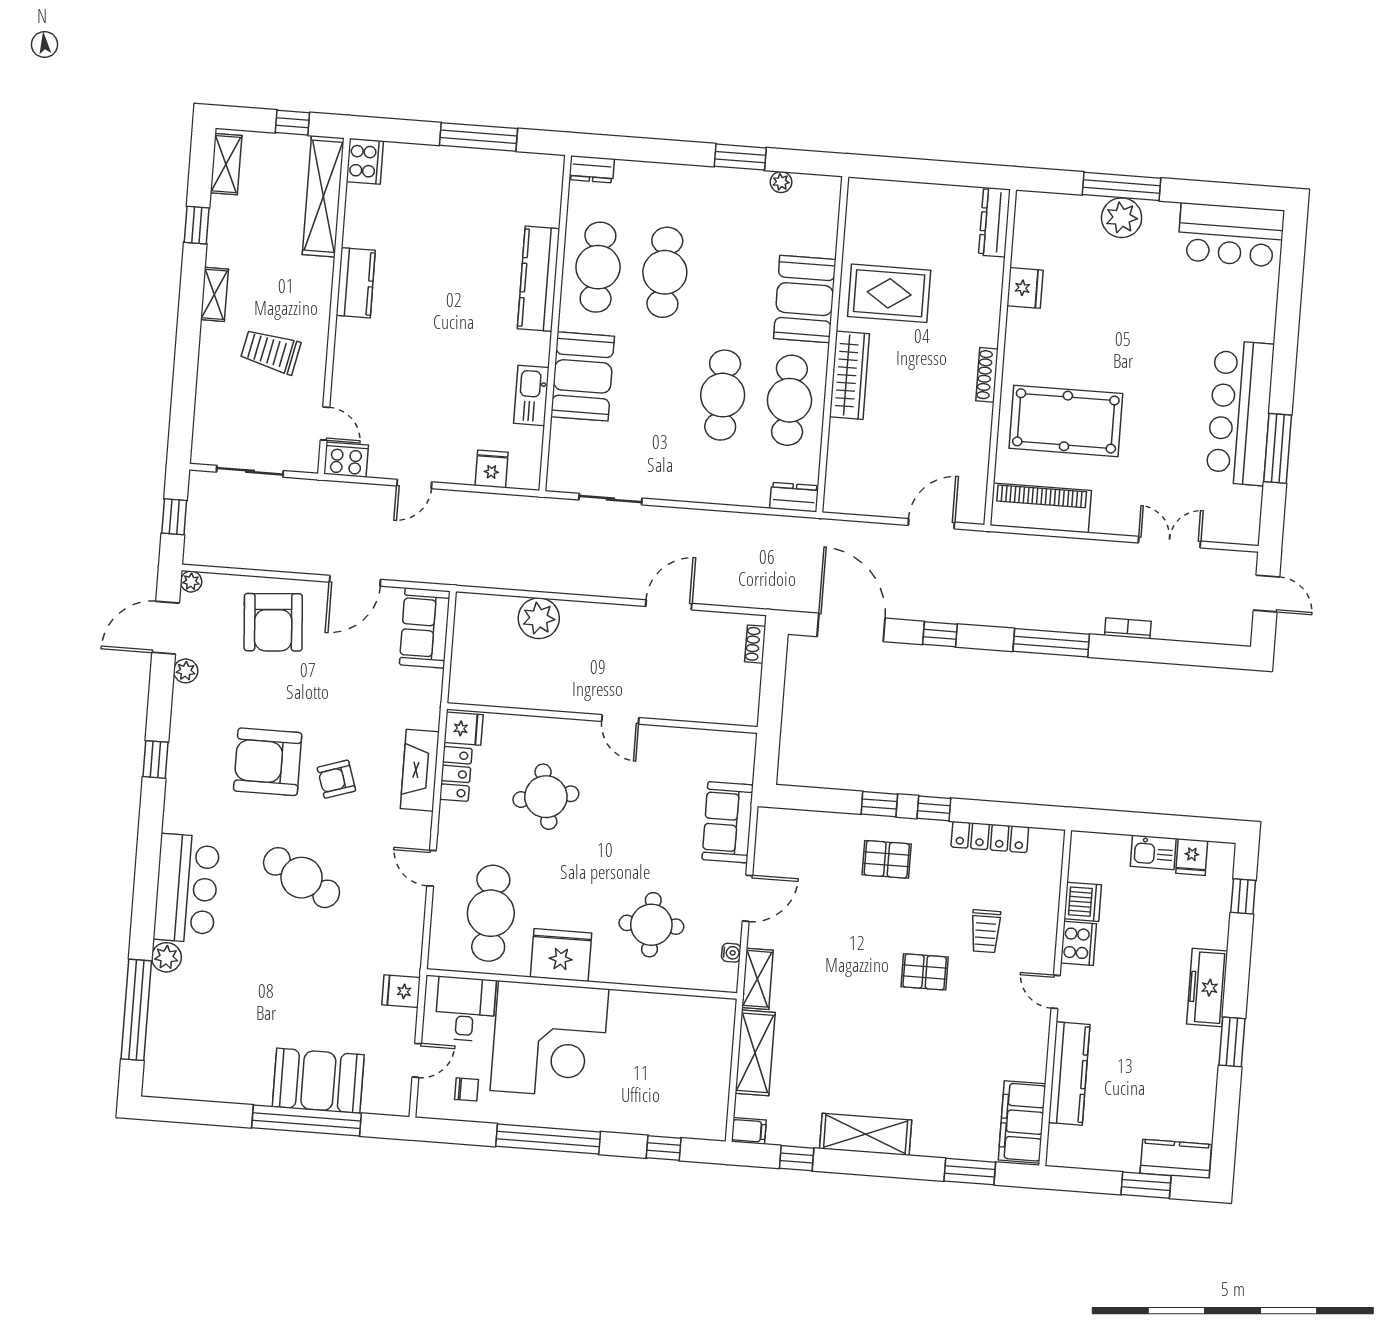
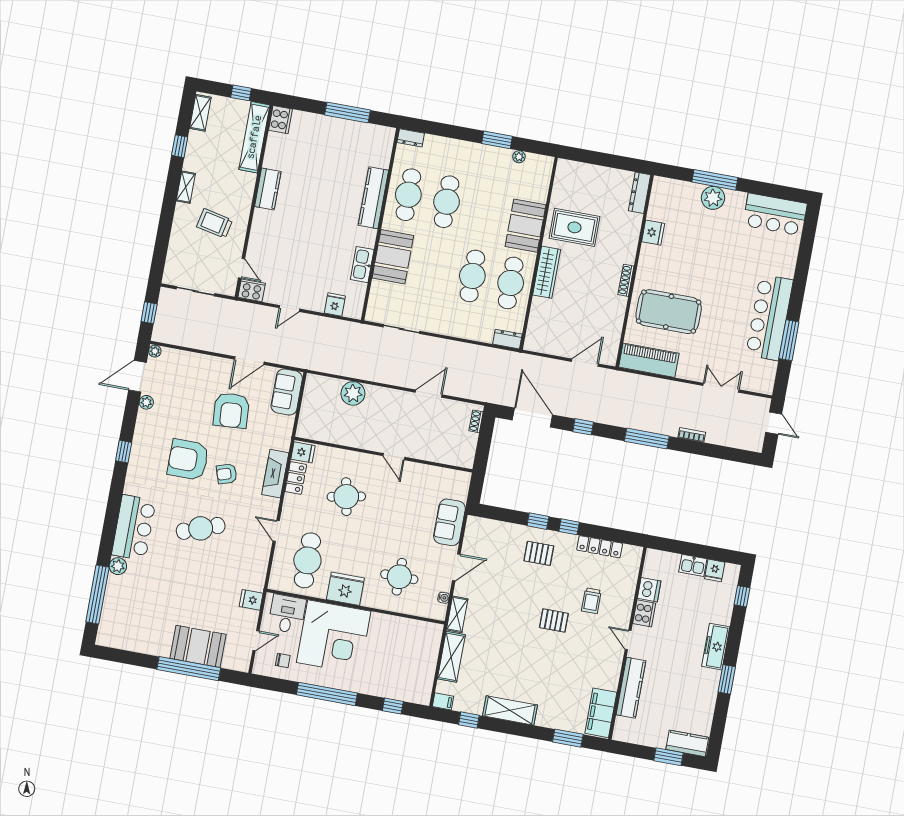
armchair: (273, 622) -> (231, 410), moved
cafe table: (302, 878) -> (201, 528), turned -49

